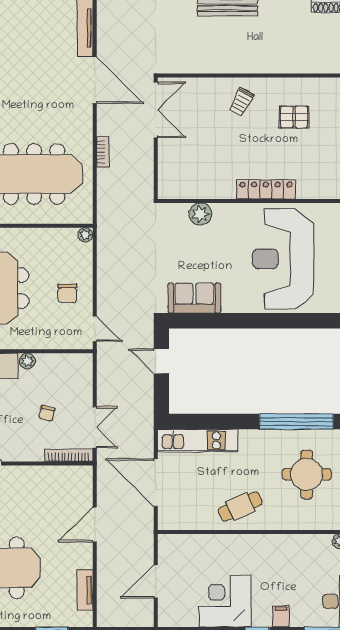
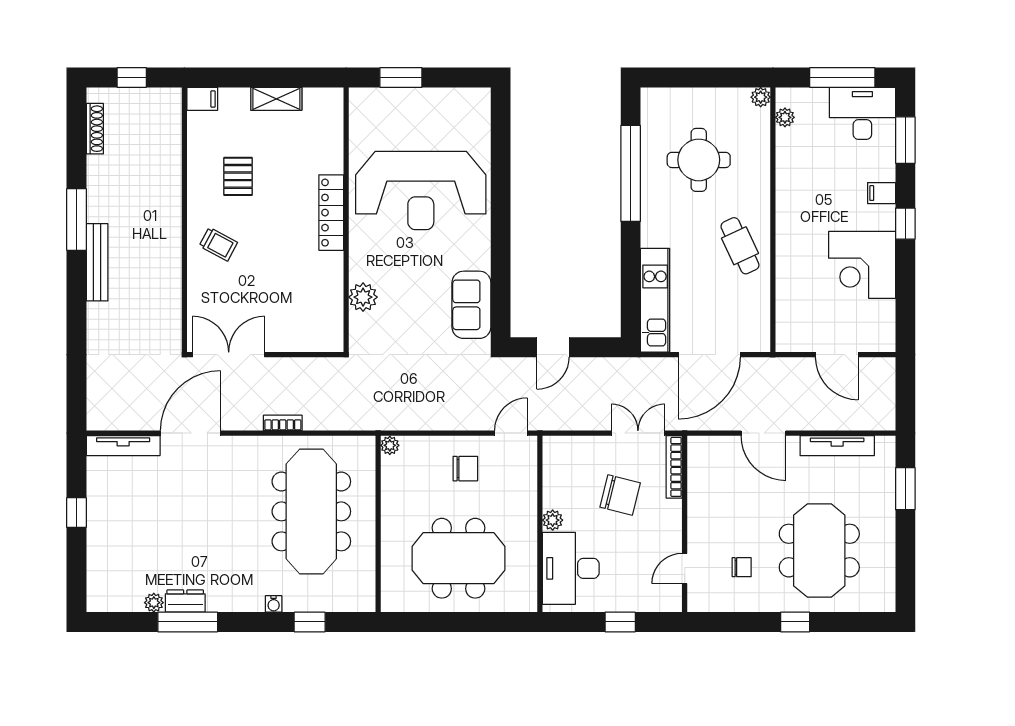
chair: (47, 413) -> (620, 495), width x1.87, depth x1.87
tv unit: (85, 590) -> (837, 446), width x1.41

